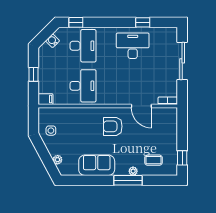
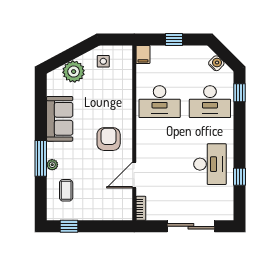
plant: (57, 160) -> (74, 72), width x1.87, depth x1.87

